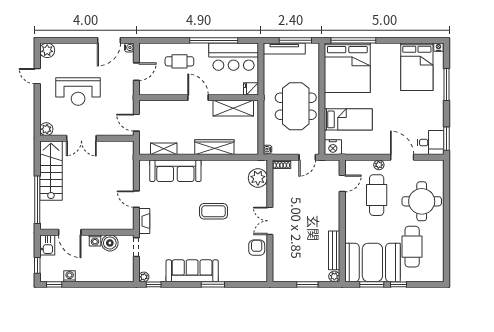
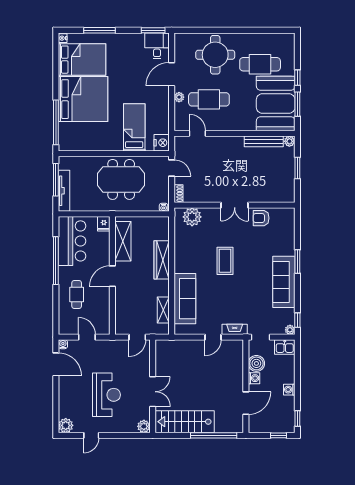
bed: (347, 68) -> (83, 99), moved
kitchen sink: (47, 245) -> (285, 347), moved, turned 180
washing machine: (70, 276) -> (289, 390), moved

